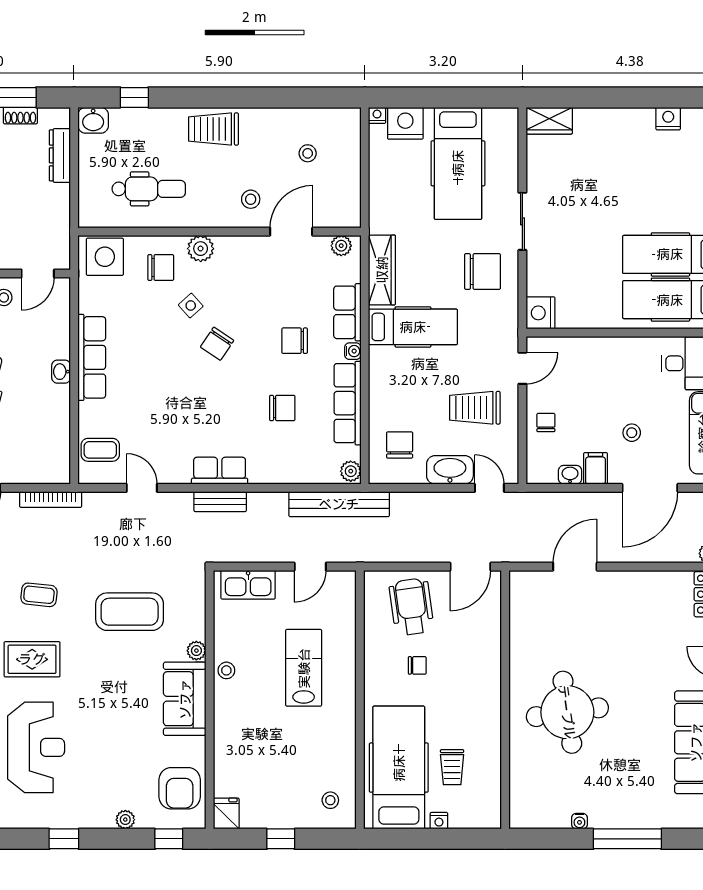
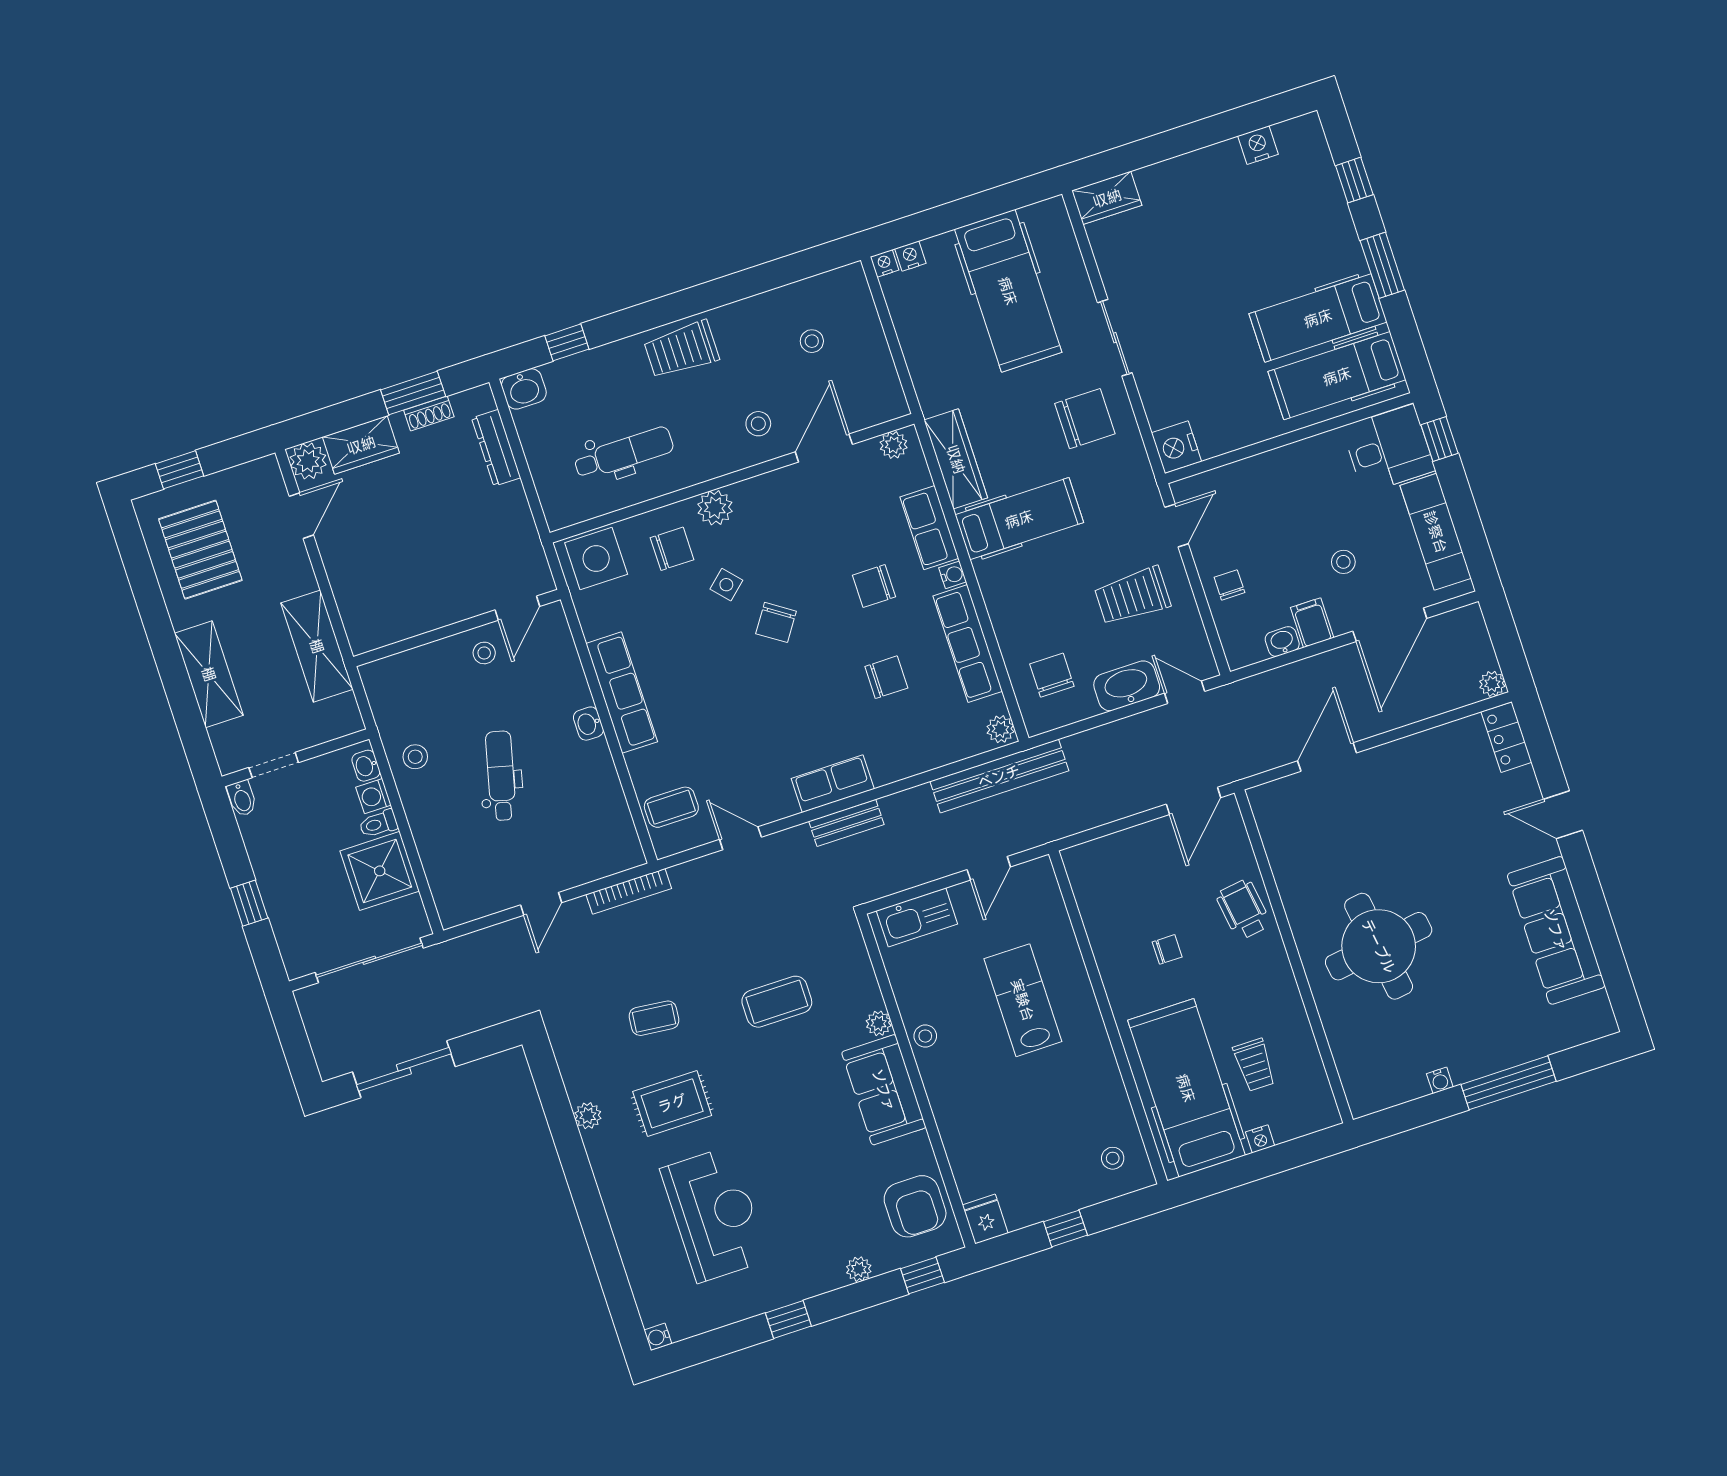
nightstand: (405, 123) -> (910, 256), width x0.53, depth x0.56
wheelchair: (411, 607) -> (1243, 909), moved, width x0.73, depth x0.73
coffee table: (130, 612) -> (777, 1002), width x0.73, depth x0.76

